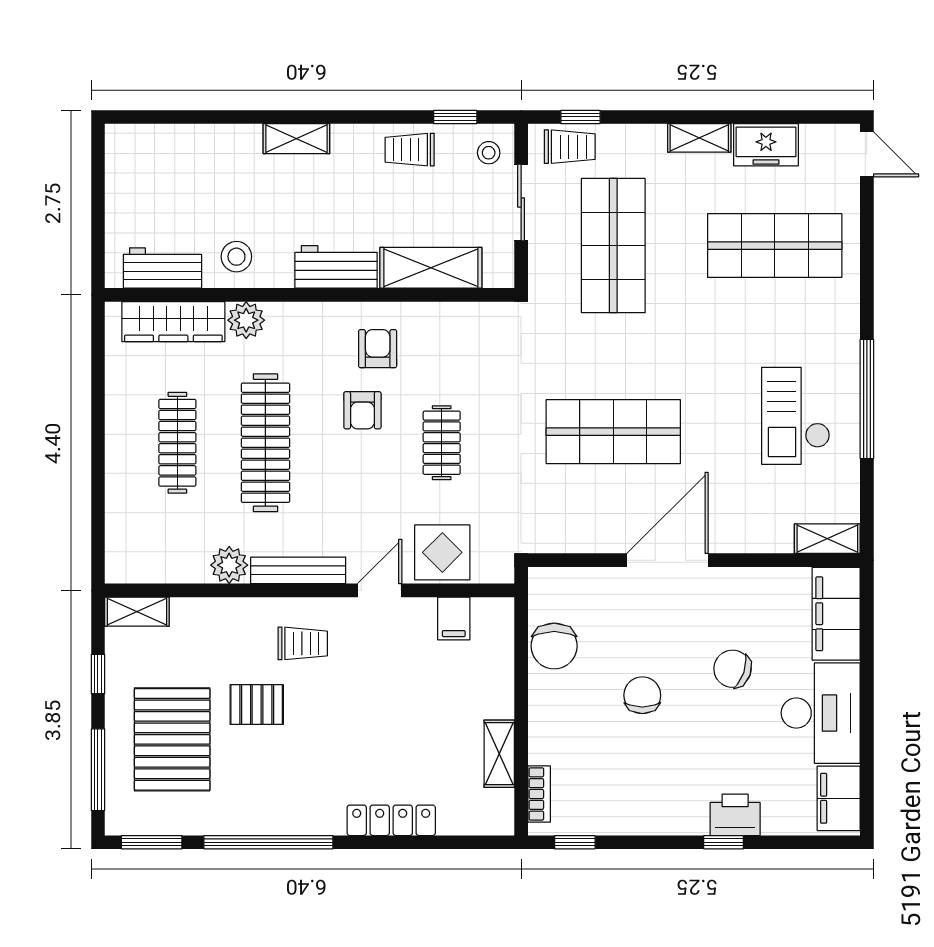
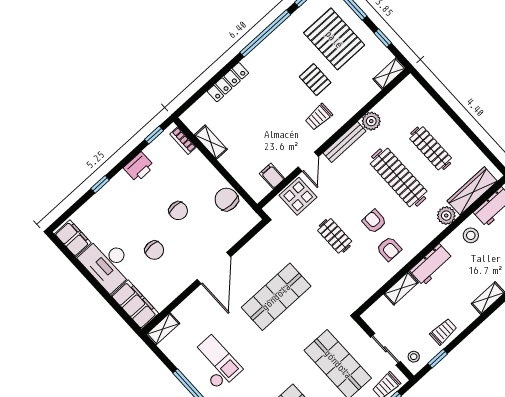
shelving: (431, 268) -> (401, 288), width x0.67, depth x0.75
chair: (732, 669) -> (154, 250), turned 71
pallet: (257, 704) -> (315, 80), turned 90
printer: (735, 815) -> (139, 167), moved

